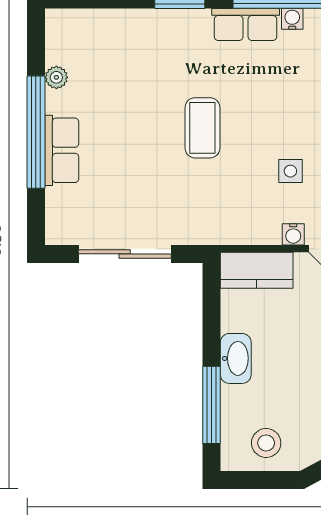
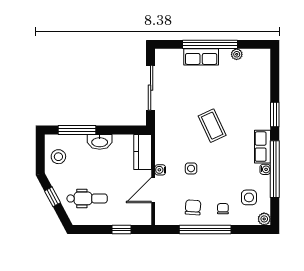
coffee table: (202, 128) -> (212, 126), turned 65

